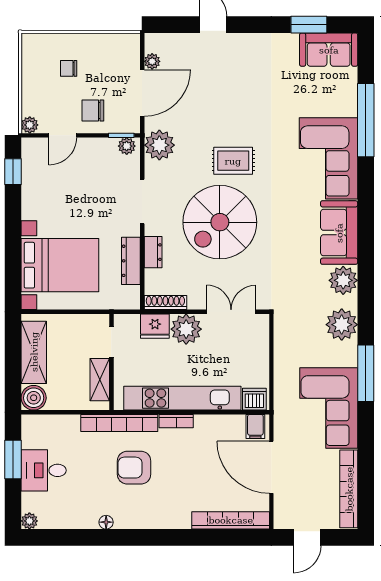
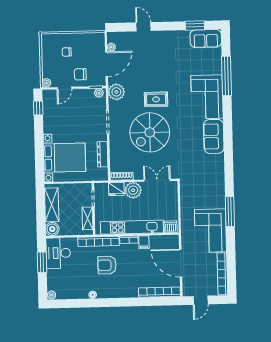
dresser: (153, 252) -> (114, 149), removed
plant: (343, 280) -> (217, 162), removed
plant: (342, 325) -> (216, 186), removed
filing cabinet: (255, 427) -> (144, 242), moved
desk: (44, 470) -> (58, 253), moved, width x1.37

